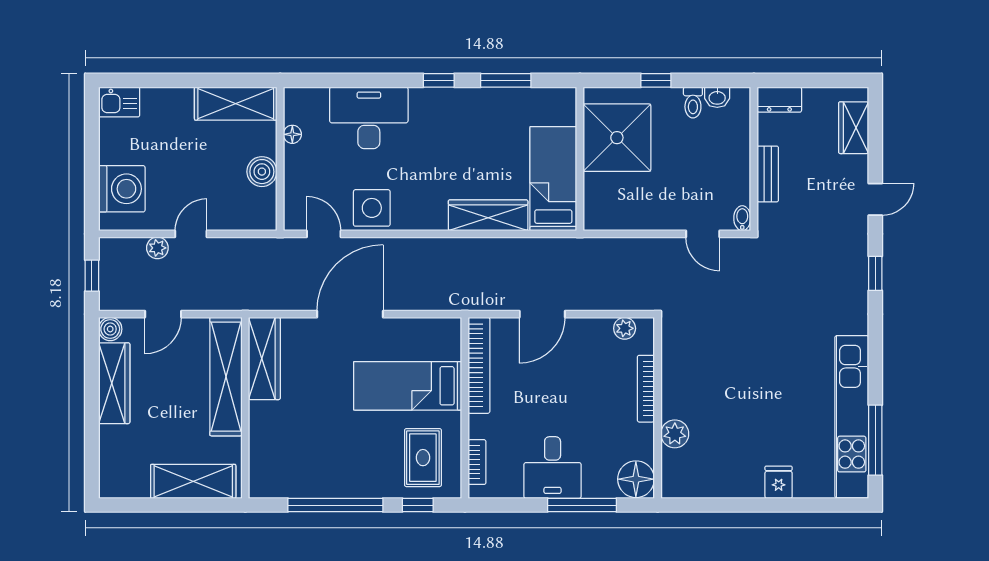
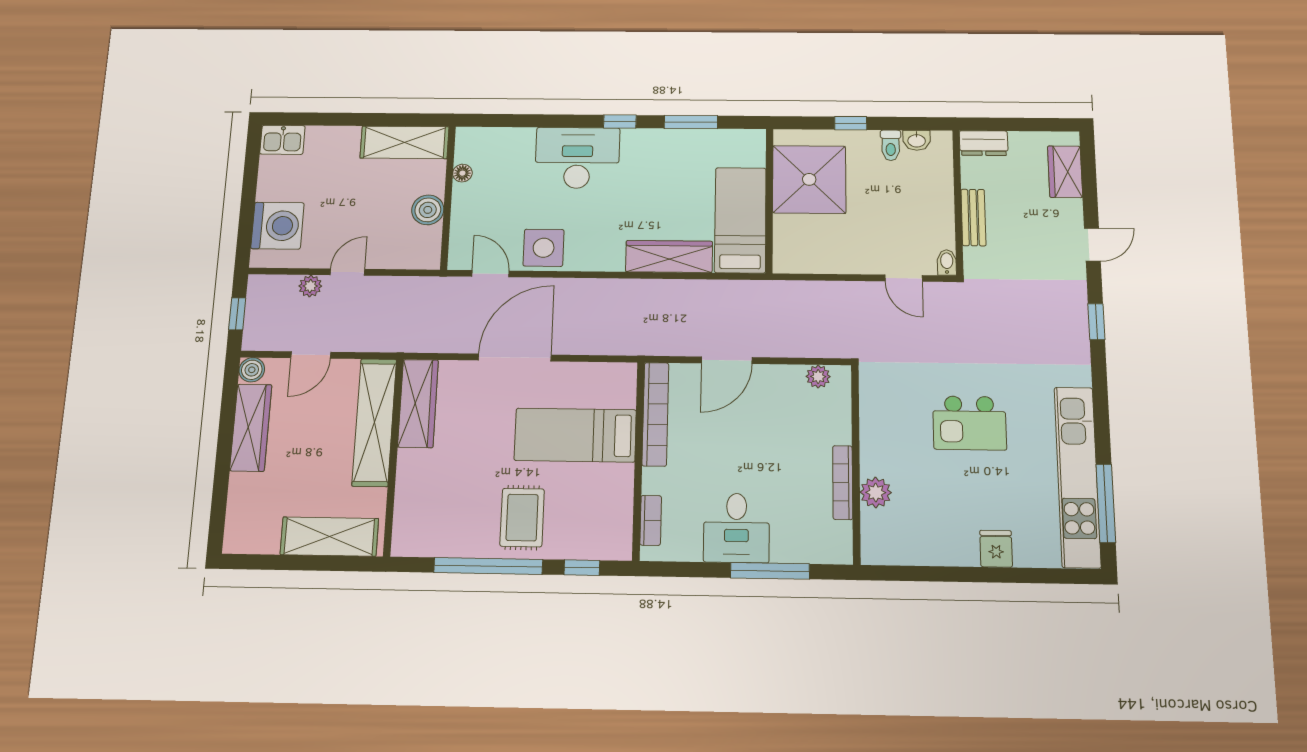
desk: (369, 118) -> (577, 158), moved
kitchen island: (759, 369) -> (970, 423), added
bookcase: (646, 389) -> (843, 482), moved
rug: (423, 458) -> (522, 518), moved
floor lamp: (636, 479) -> (832, 543), removed

